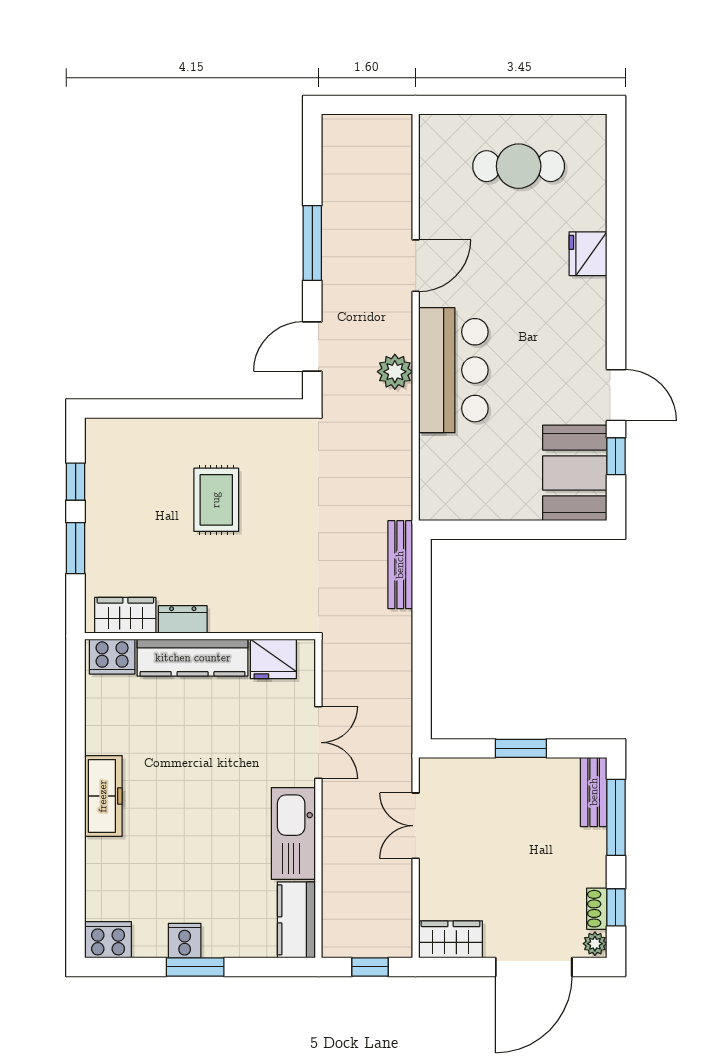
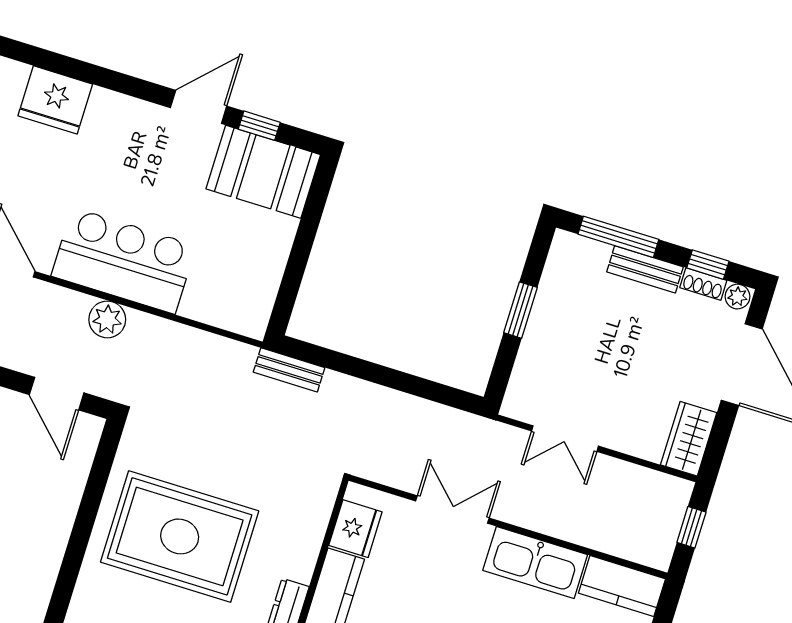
fridge: (588, 254) -> (55, 100), width x1.36, depth x1.34
rug: (216, 500) -> (180, 536), width x1.86, depth x2.06
bench: (400, 565) -> (289, 370), width x0.73
bench: (594, 792) -> (645, 269), moved

